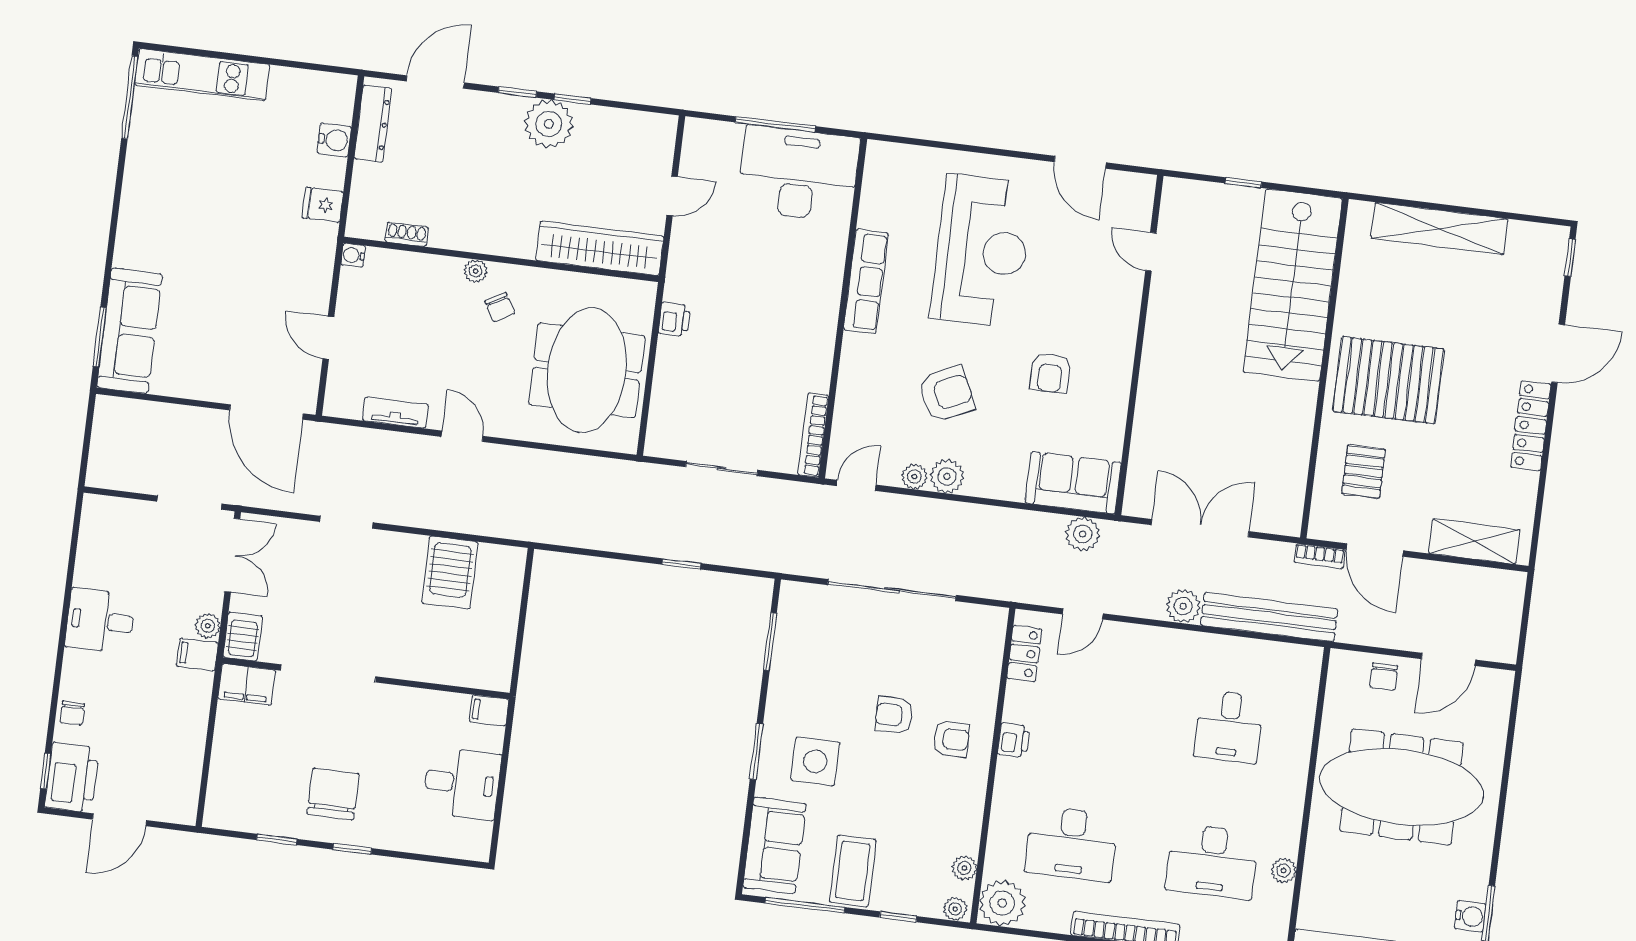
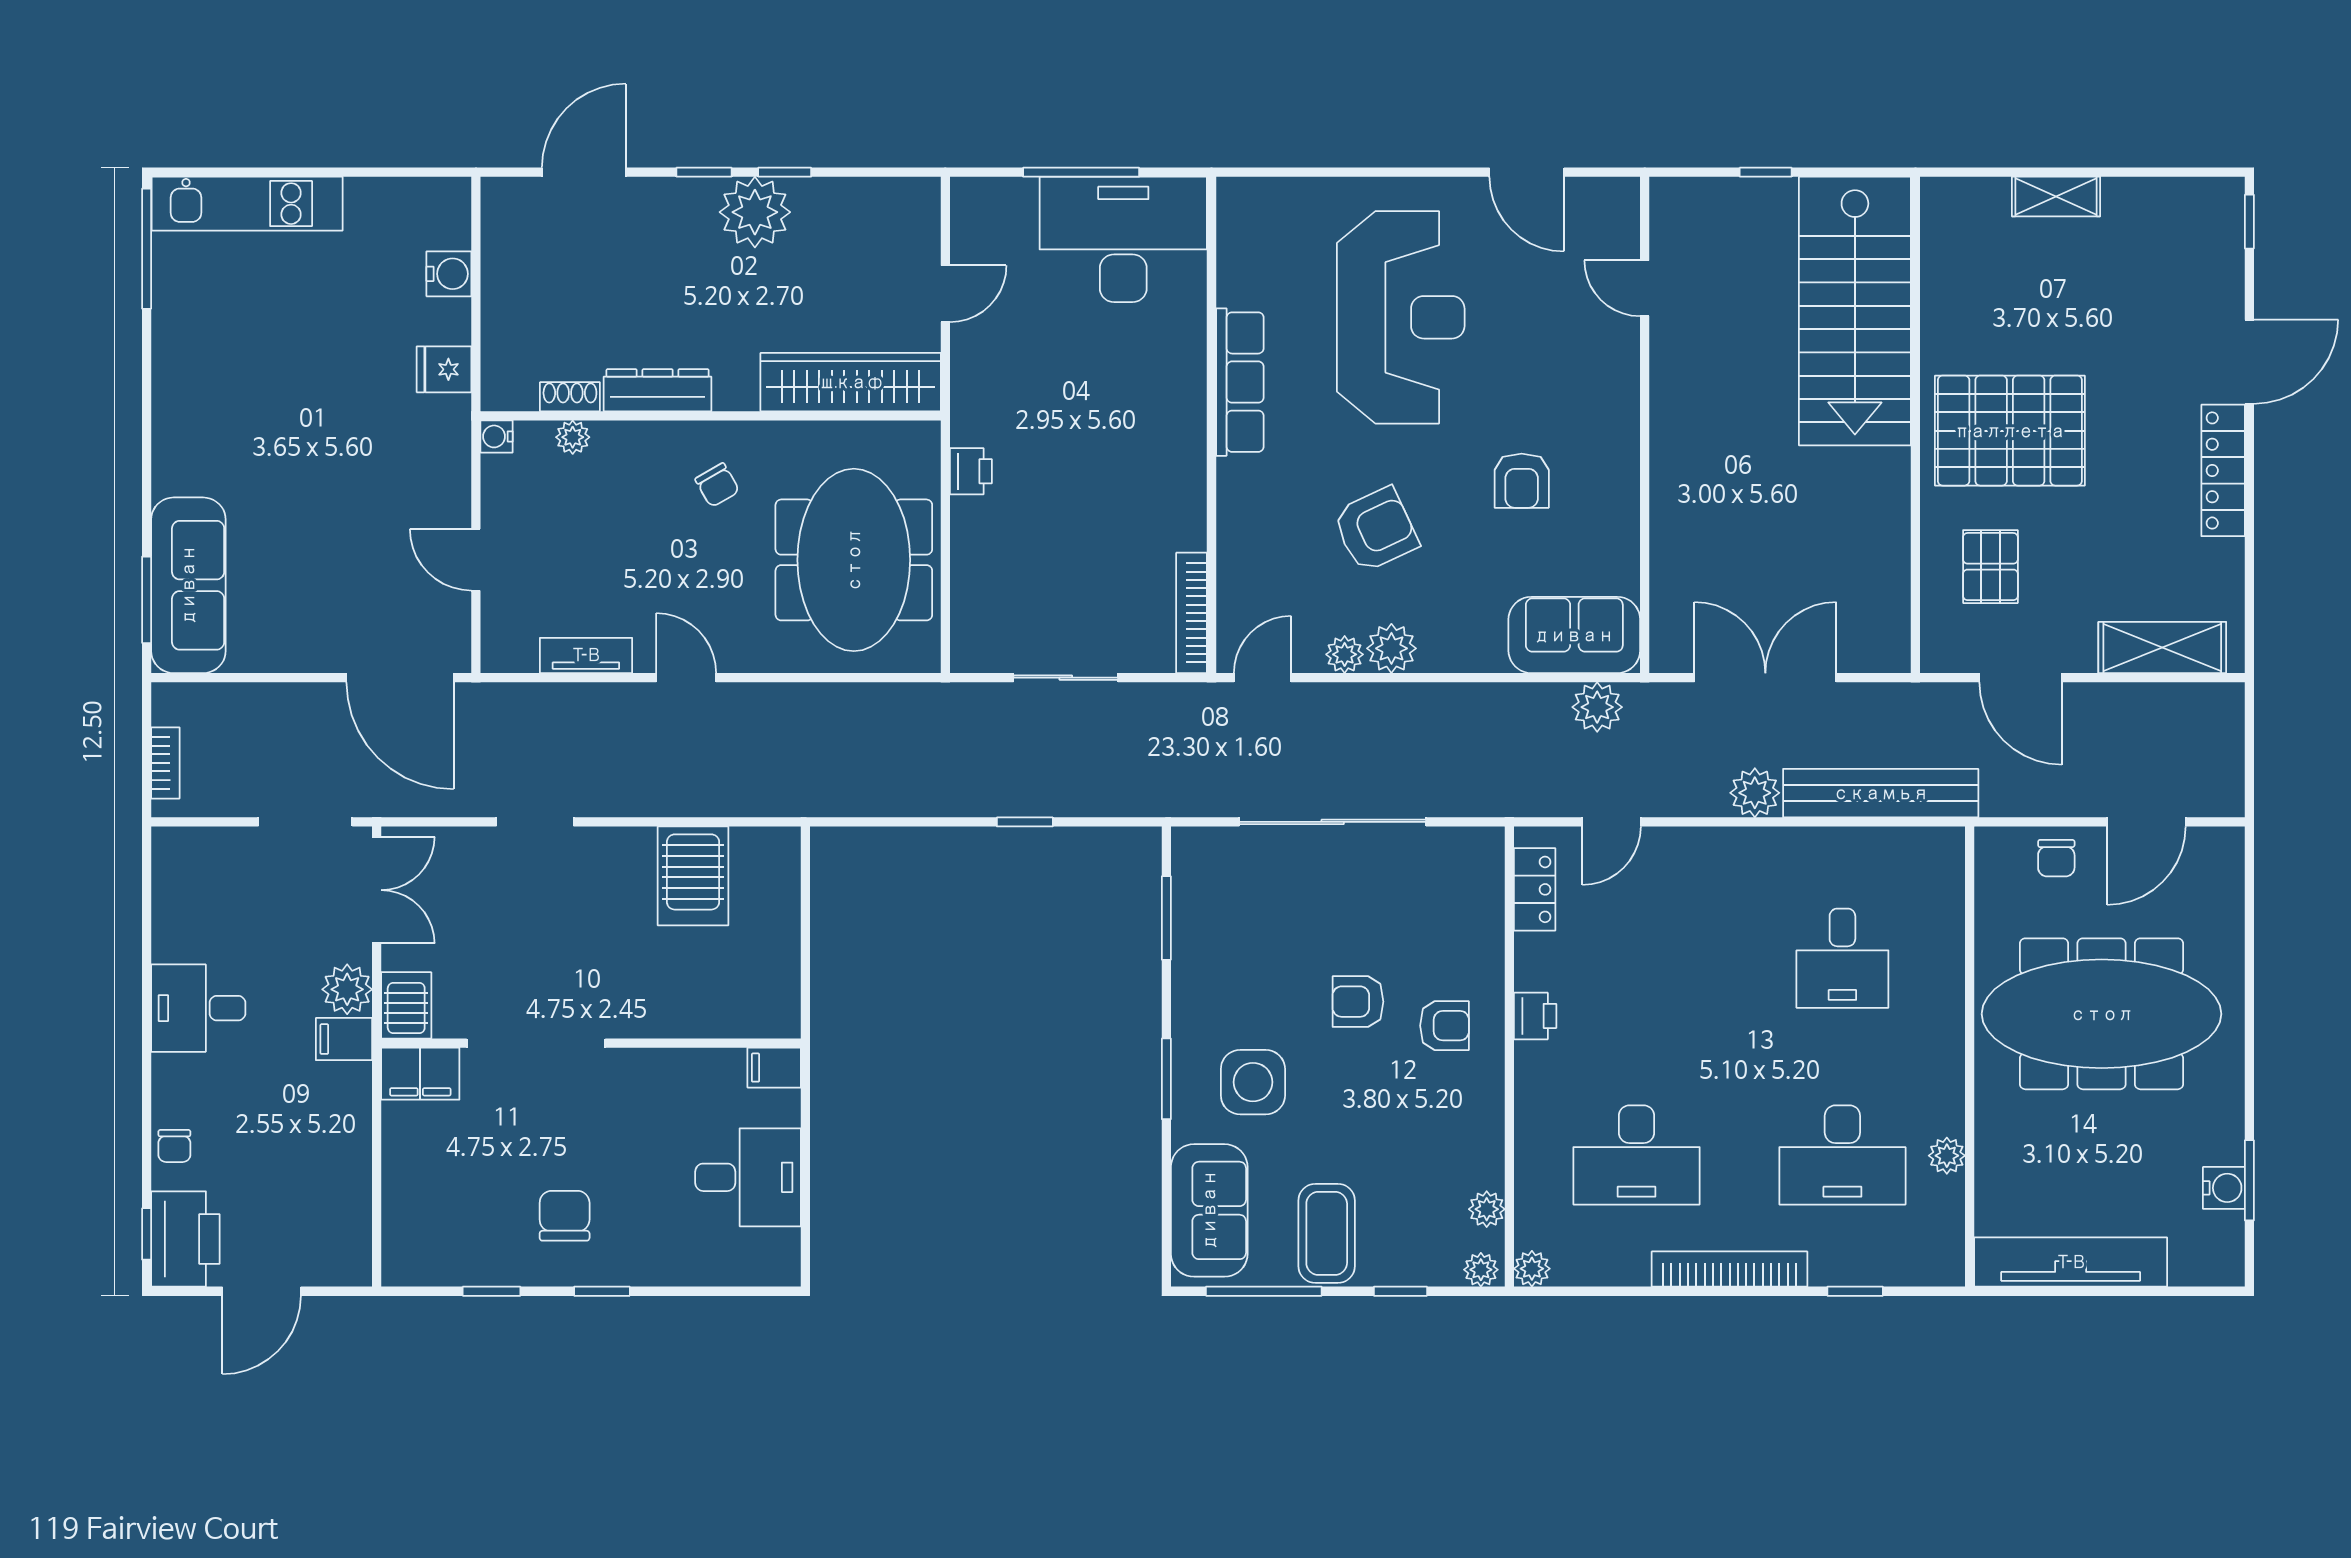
dresser: (373, 124) -> (658, 390), moved, turned -90
shelving: (1439, 229) -> (2056, 197), width x0.45, depth x0.75
plant: (476, 271) -> (573, 437), moved
bookcase: (1320, 556) -> (165, 763), moved, turned -90
plant: (208, 626) -> (347, 989), width x1.38, depth x1.38
chair: (333, 794) -> (565, 1216), width x0.73, depth x0.73
plant: (1002, 903) -> (1532, 1269), width x0.53, depth x0.53

